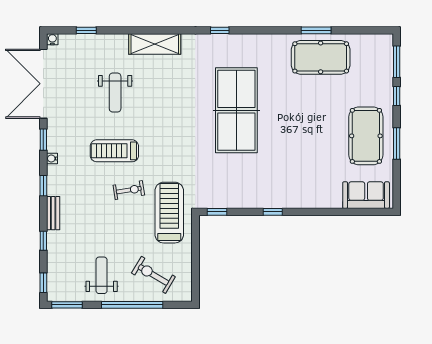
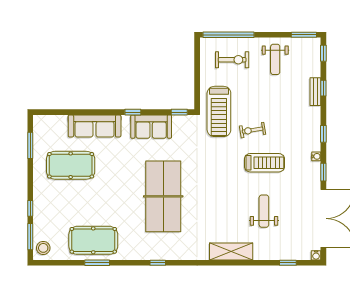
window: (220, 30) -> (158, 263), moved
stool: (381, 48) -> (43, 248), added
pool table: (366, 136) -> (71, 165), moved, turned 90
window: (397, 144) -> (30, 145), moved
sofa: (251, 194) -> (151, 127), added
sofa: (366, 195) -> (95, 126), moved, width x1.36
bench: (53, 213) -> (315, 92), moved
exercise bike: (153, 275) -> (232, 60), turned -31
window: (132, 305) -> (229, 35), moved

